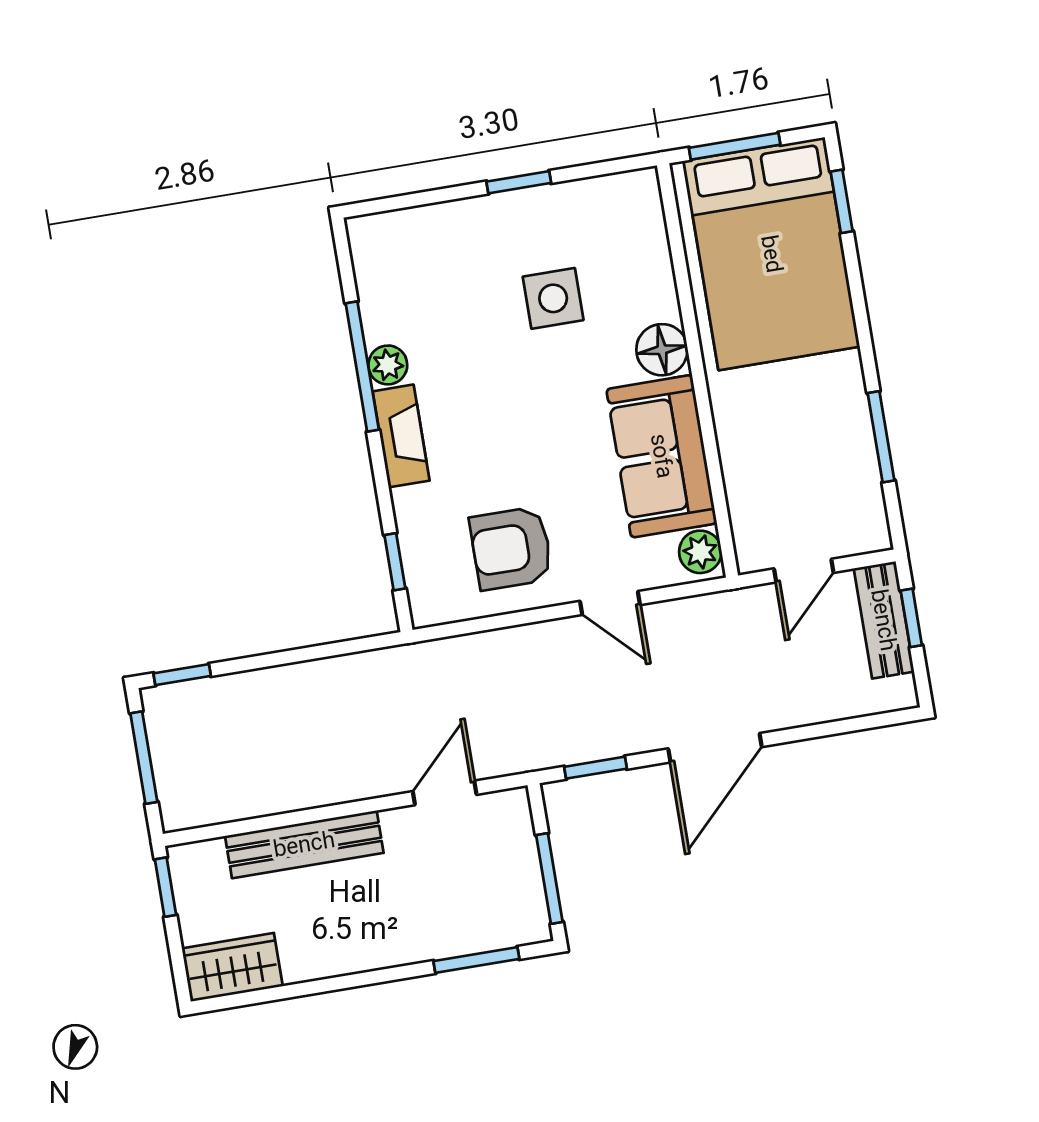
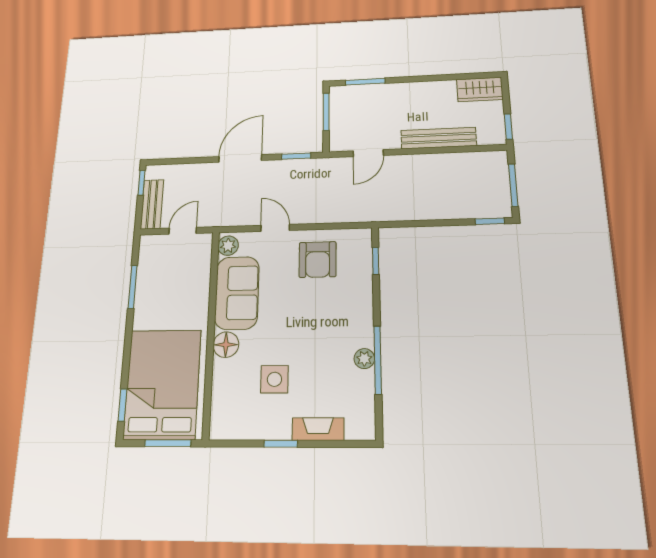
fireplace: (401, 436) -> (318, 429), moved, turned 90
armchair: (511, 548) -> (318, 259), turned 90
window: (911, 618) -> (142, 183), moved

